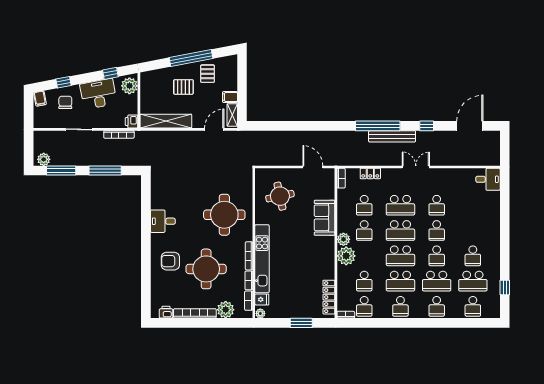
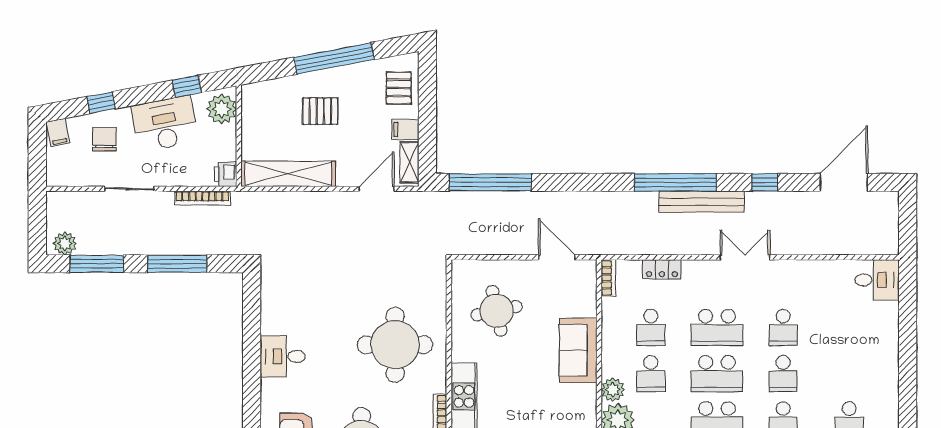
pallet: (208, 74) -> (399, 88), moved
window: (276, 126) -> (490, 182), added

